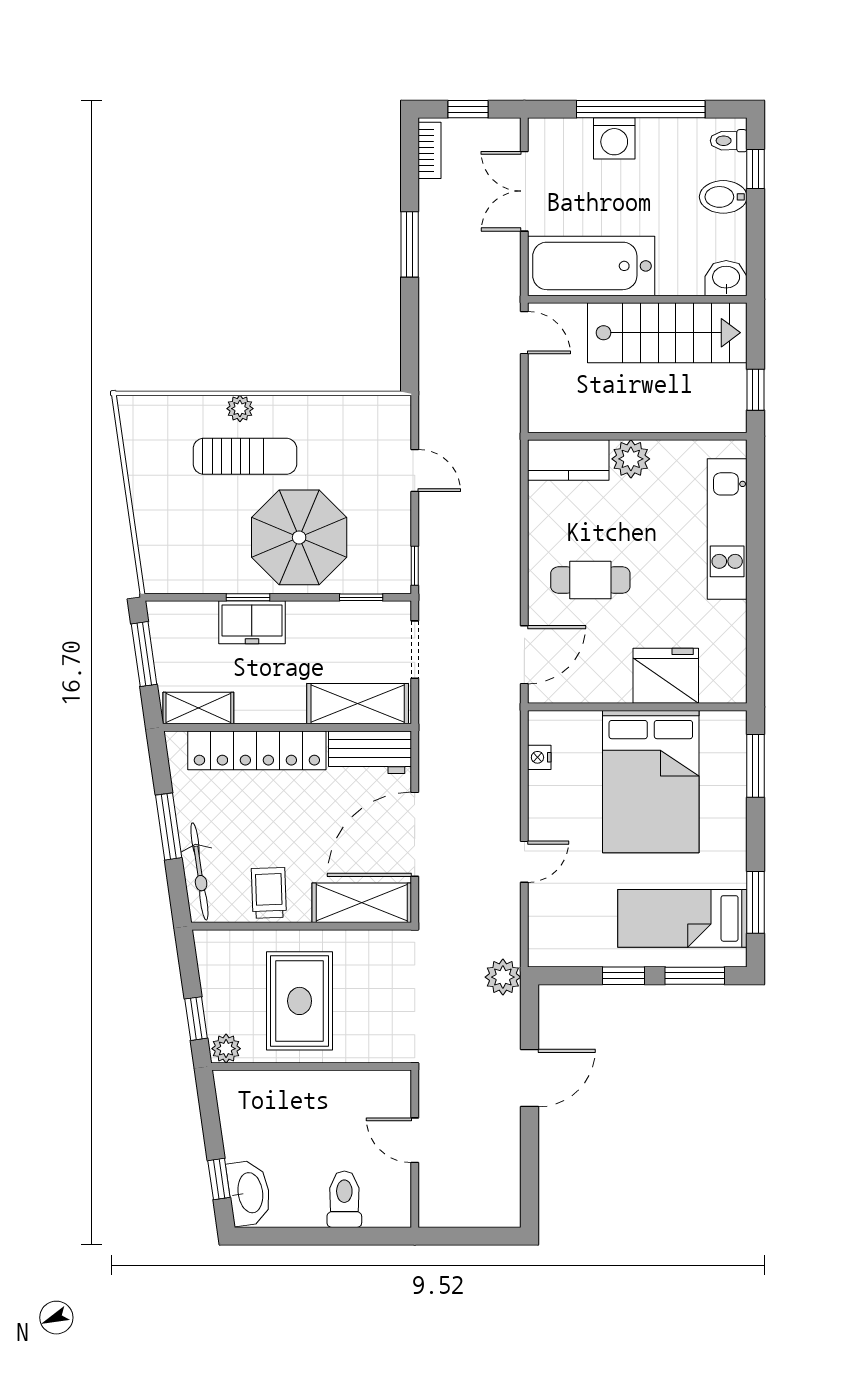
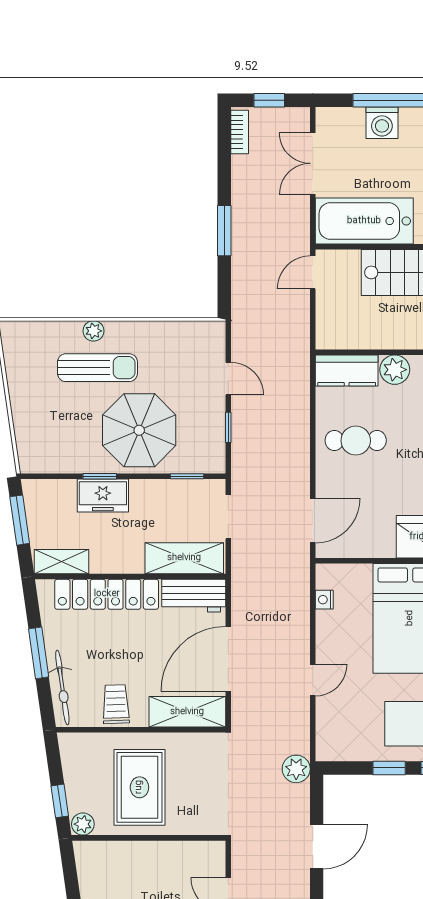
window: (410, 244) -> (224, 231), moved
door: (524, 333) -> (313, 272), swing flipped
window: (415, 566) -> (228, 427), moved
cafe table: (590, 580) -> (356, 441), moved

